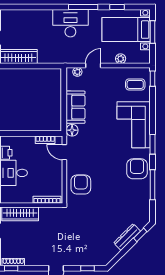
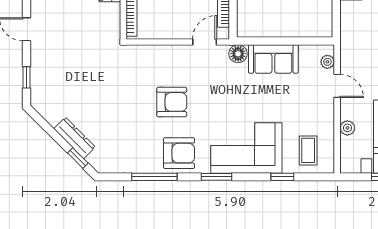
window: (153, 79) -> (282, 177), moved
armchair: (81, 184) -> (172, 102), moved

